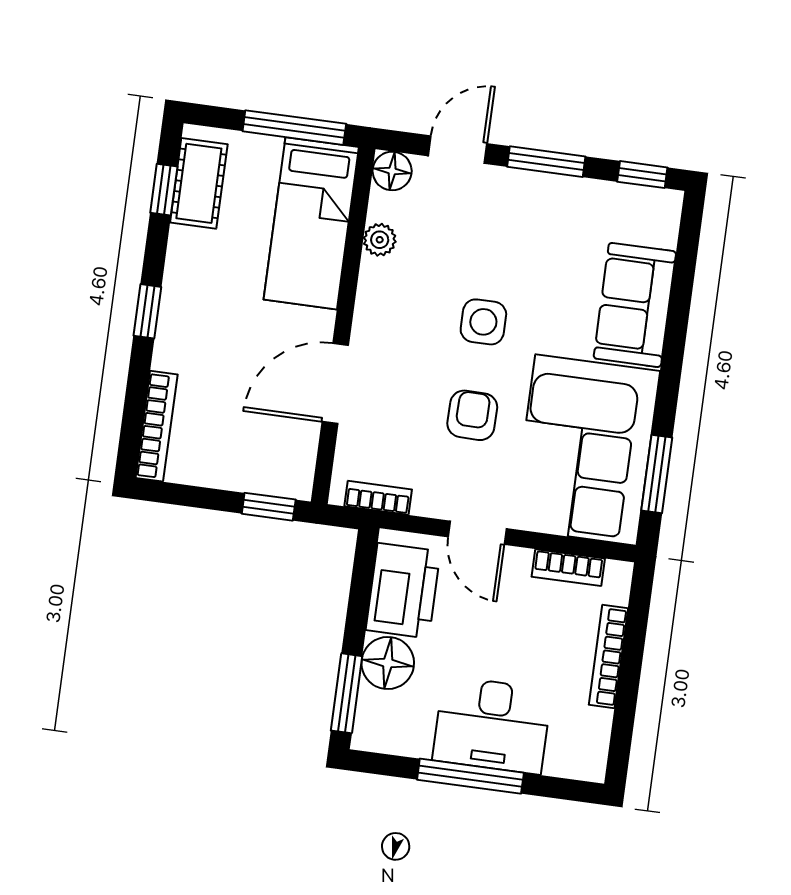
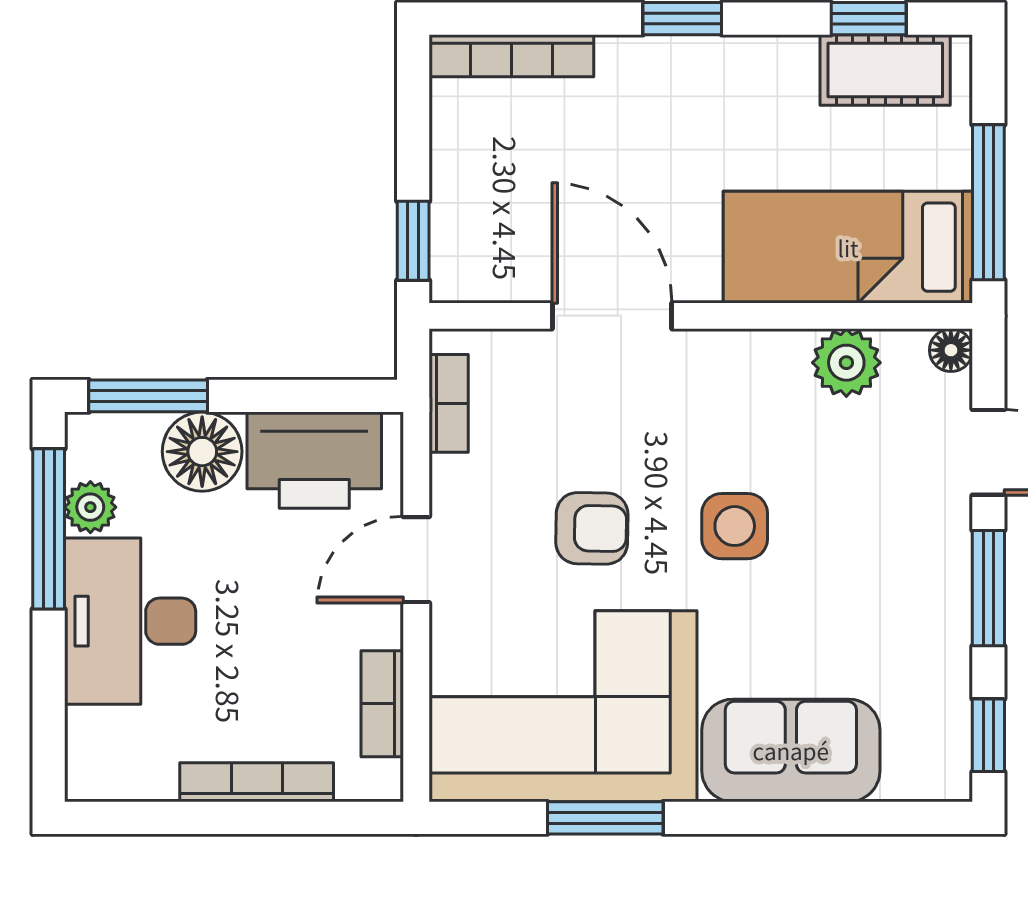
floor lamp: (392, 171) -> (951, 350), width x0.73, depth x0.73
plant: (380, 240) -> (846, 363), width x1.38, depth x1.38
window: (657, 474) -> (605, 818), moved
plant: (414, 741) -> (90, 507), added
window: (470, 776) -> (49, 529), moved

